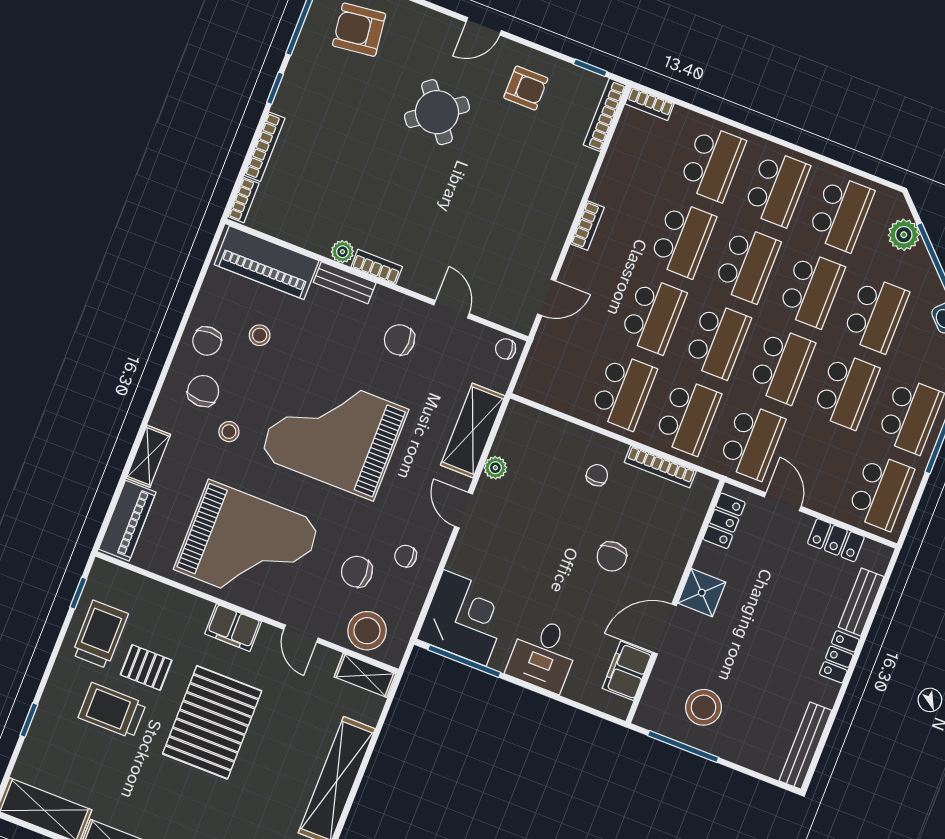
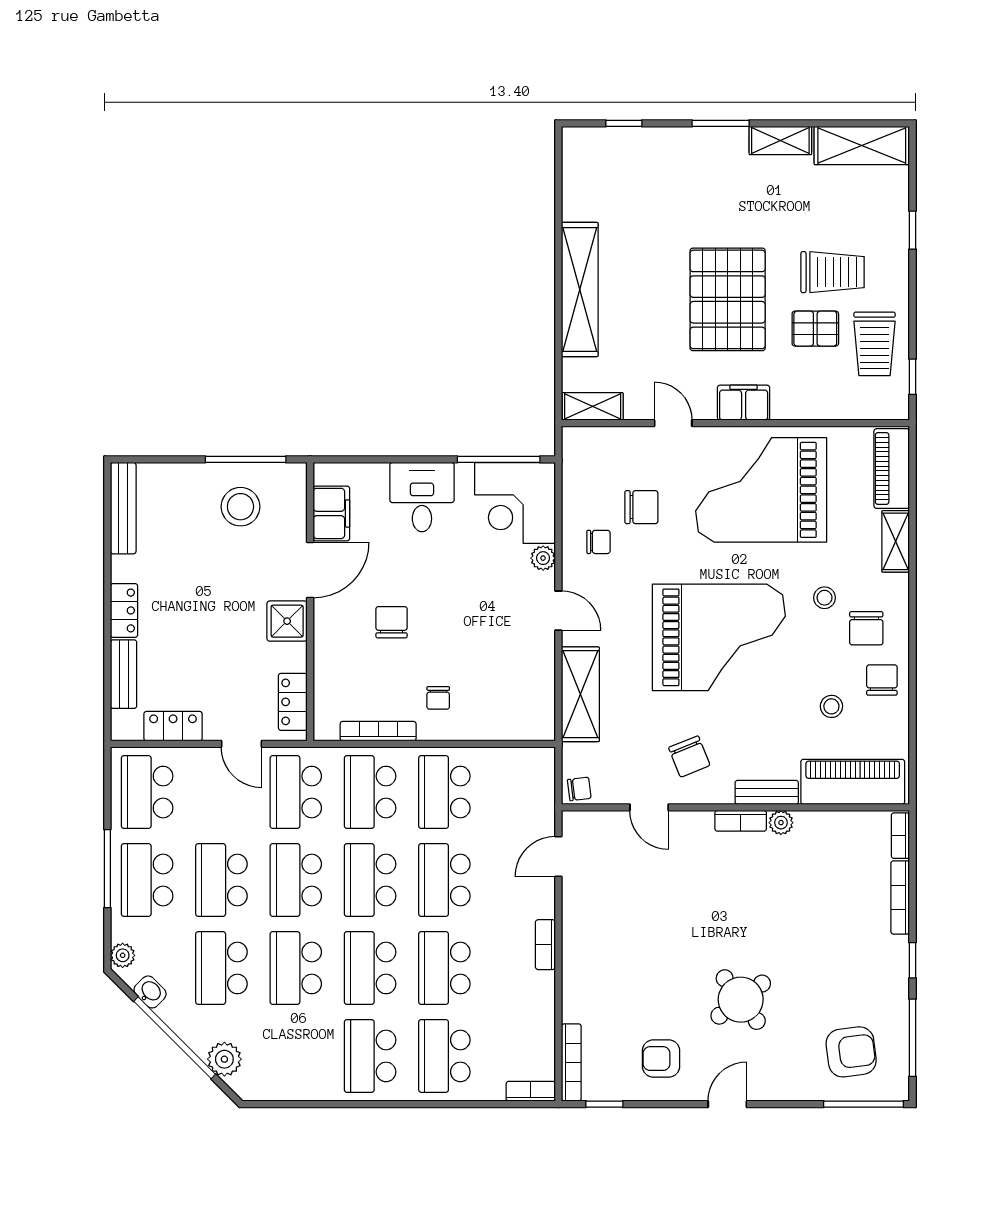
school desk: (841, 213) -> (296, 1056), removed
chair: (399, 340) -> (689, 756), turned 68
plant: (495, 468) -> (543, 558), moved
stool: (367, 631) -> (608, 452), removed

